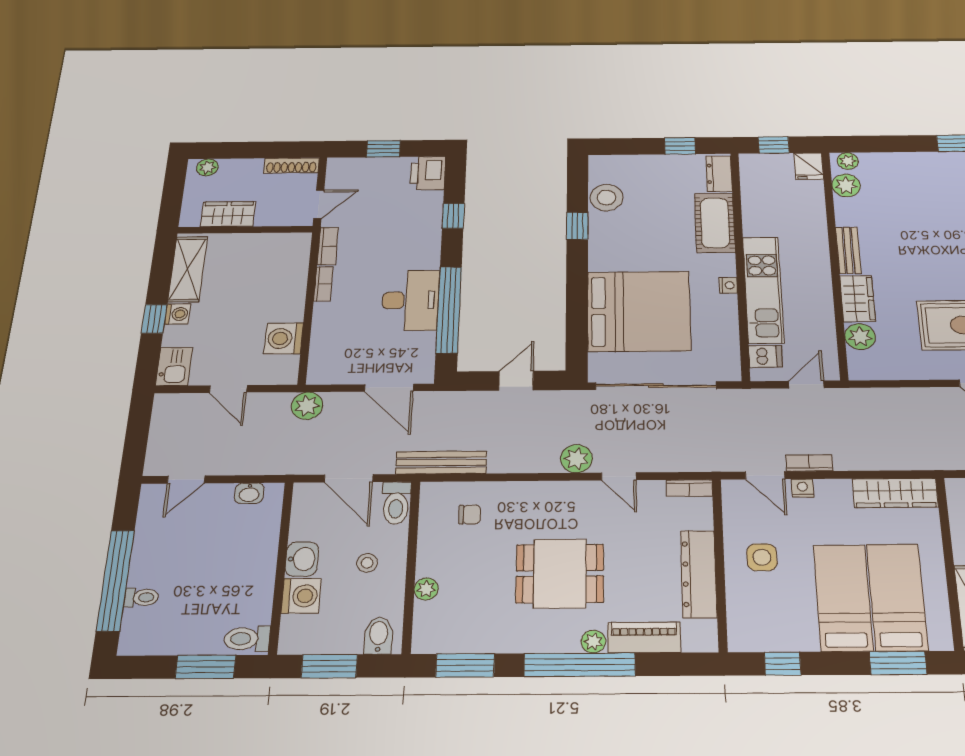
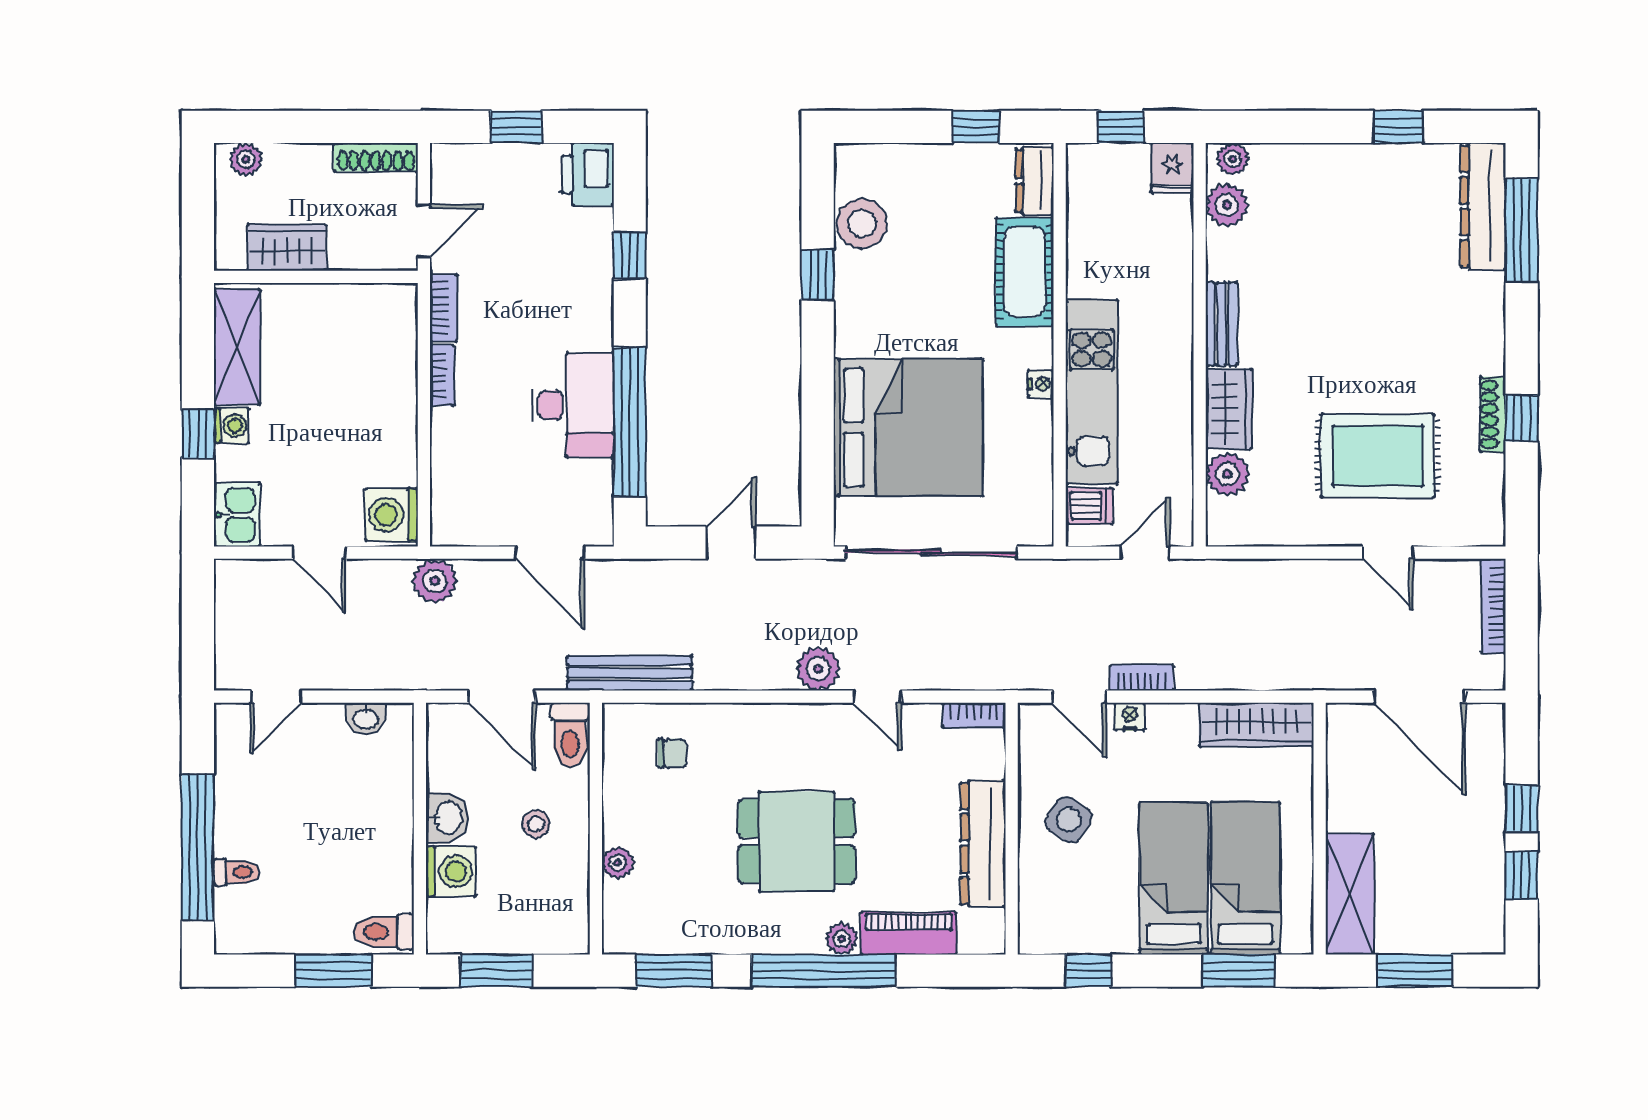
washing machine: (284, 338) -> (391, 515), moved
side table: (762, 557) -> (1069, 820), turned 33
bidet: (379, 636) -> (558, 928), removed

